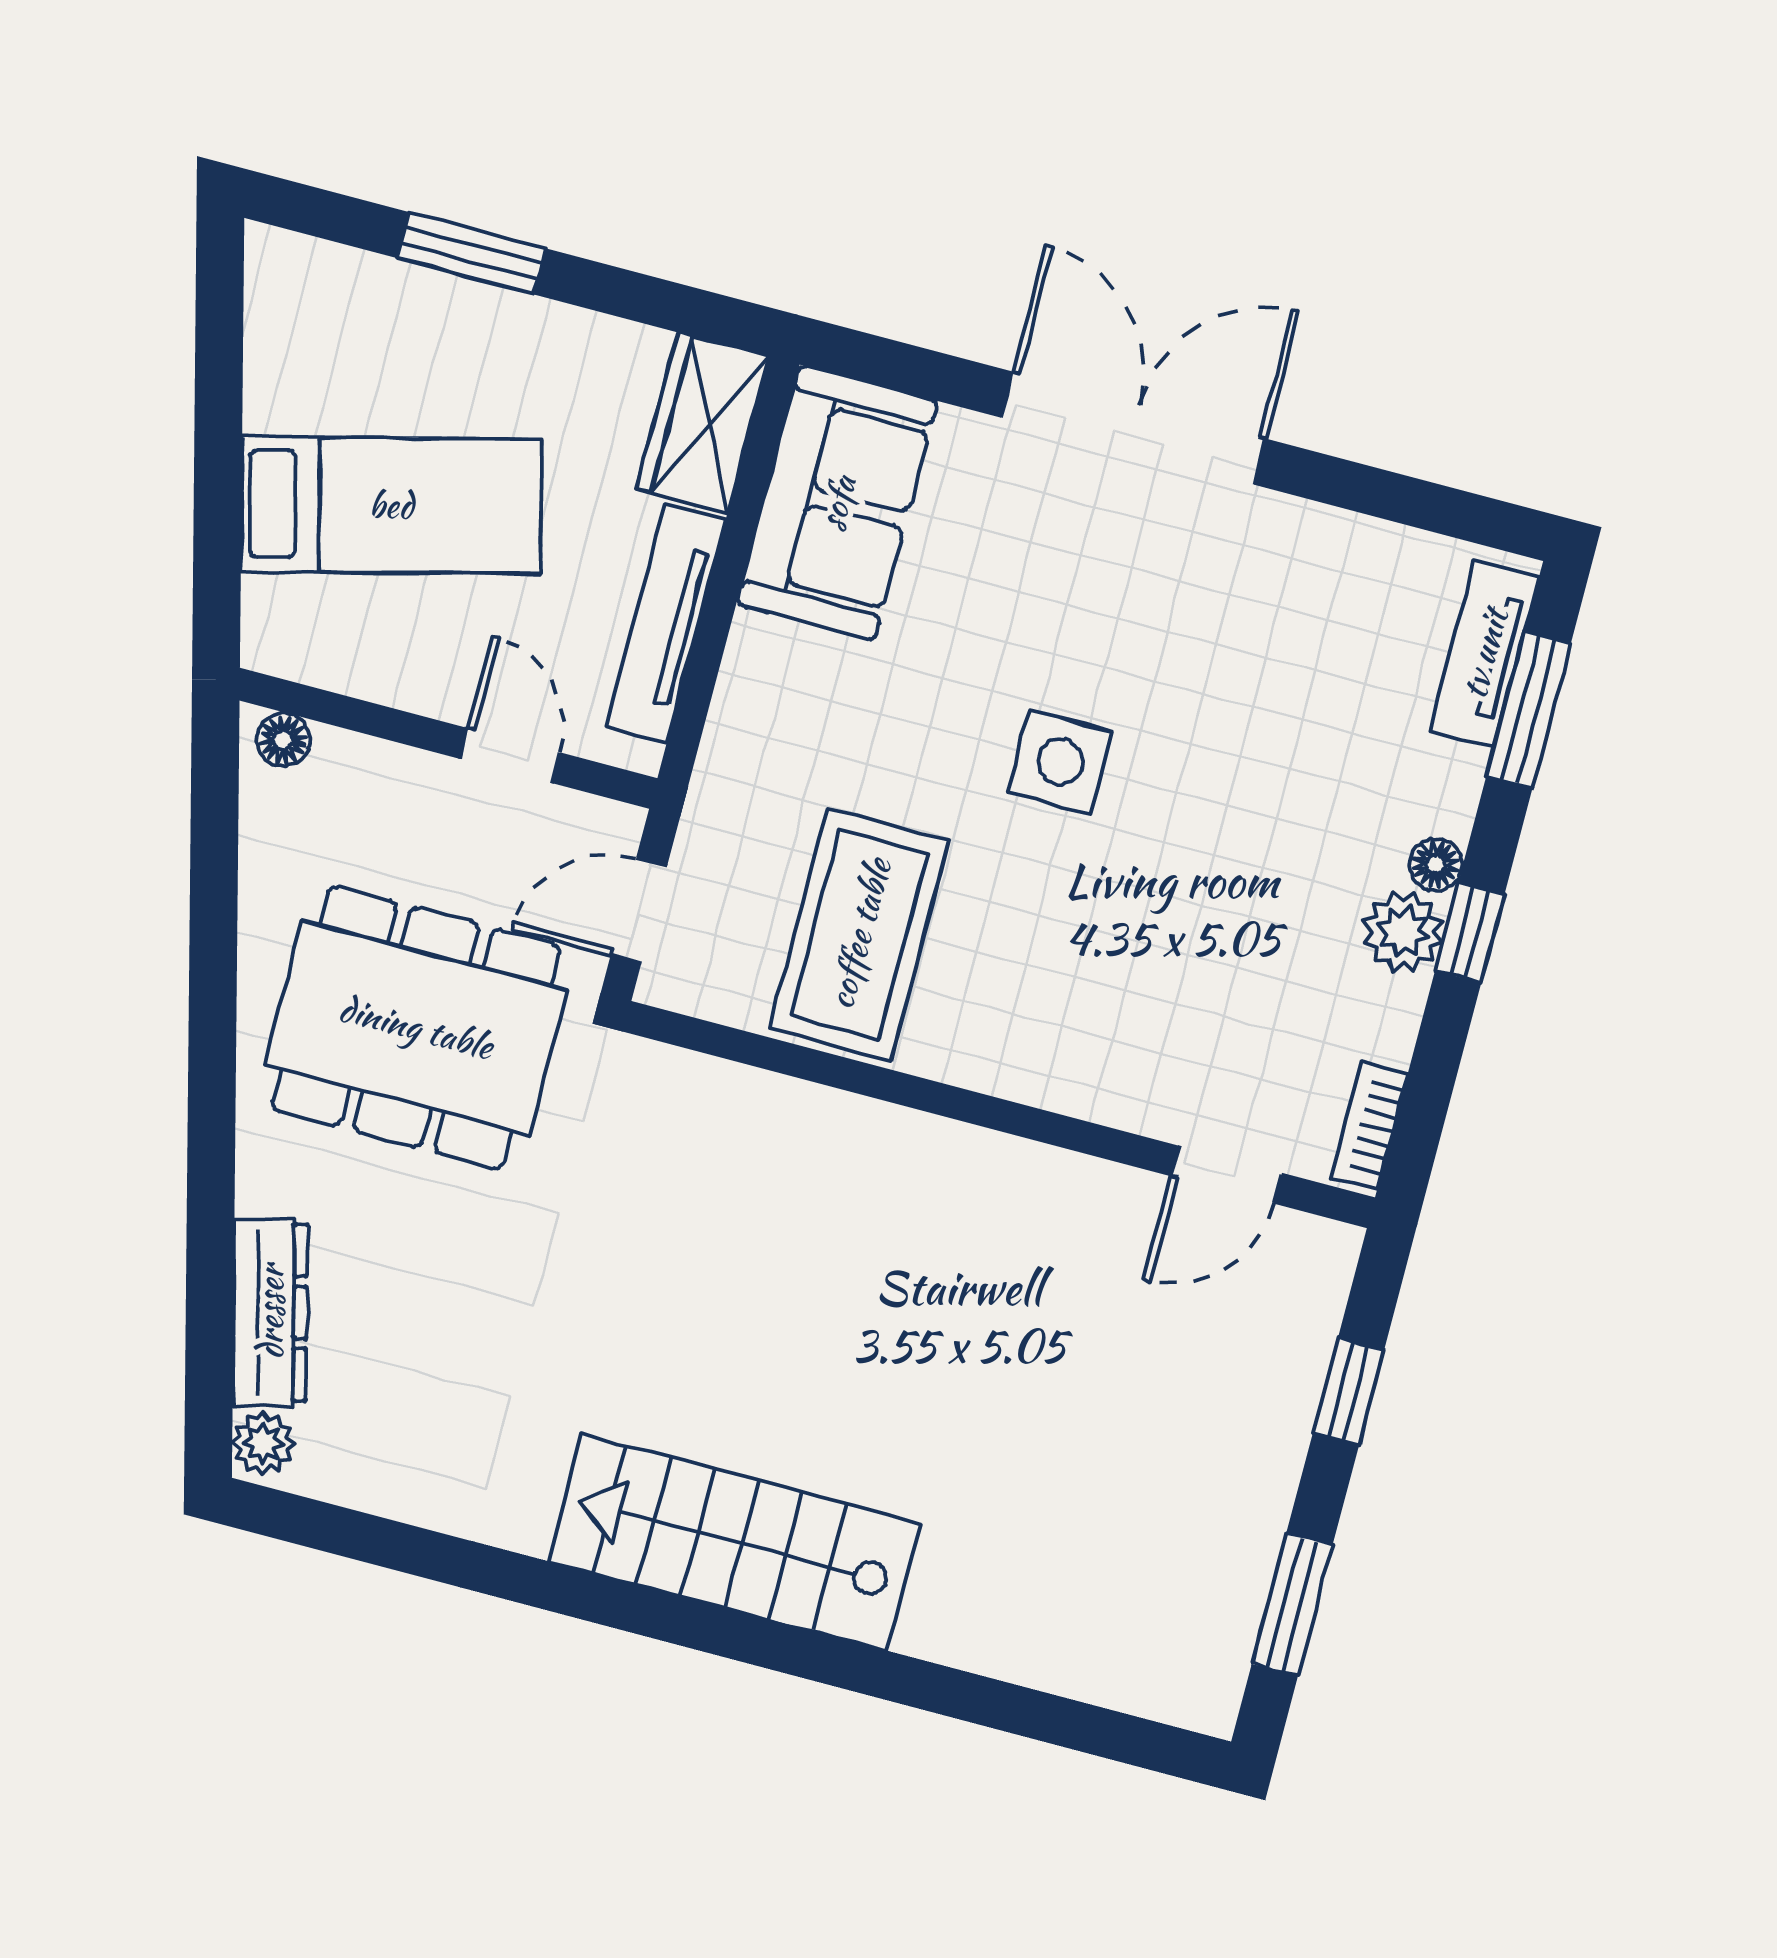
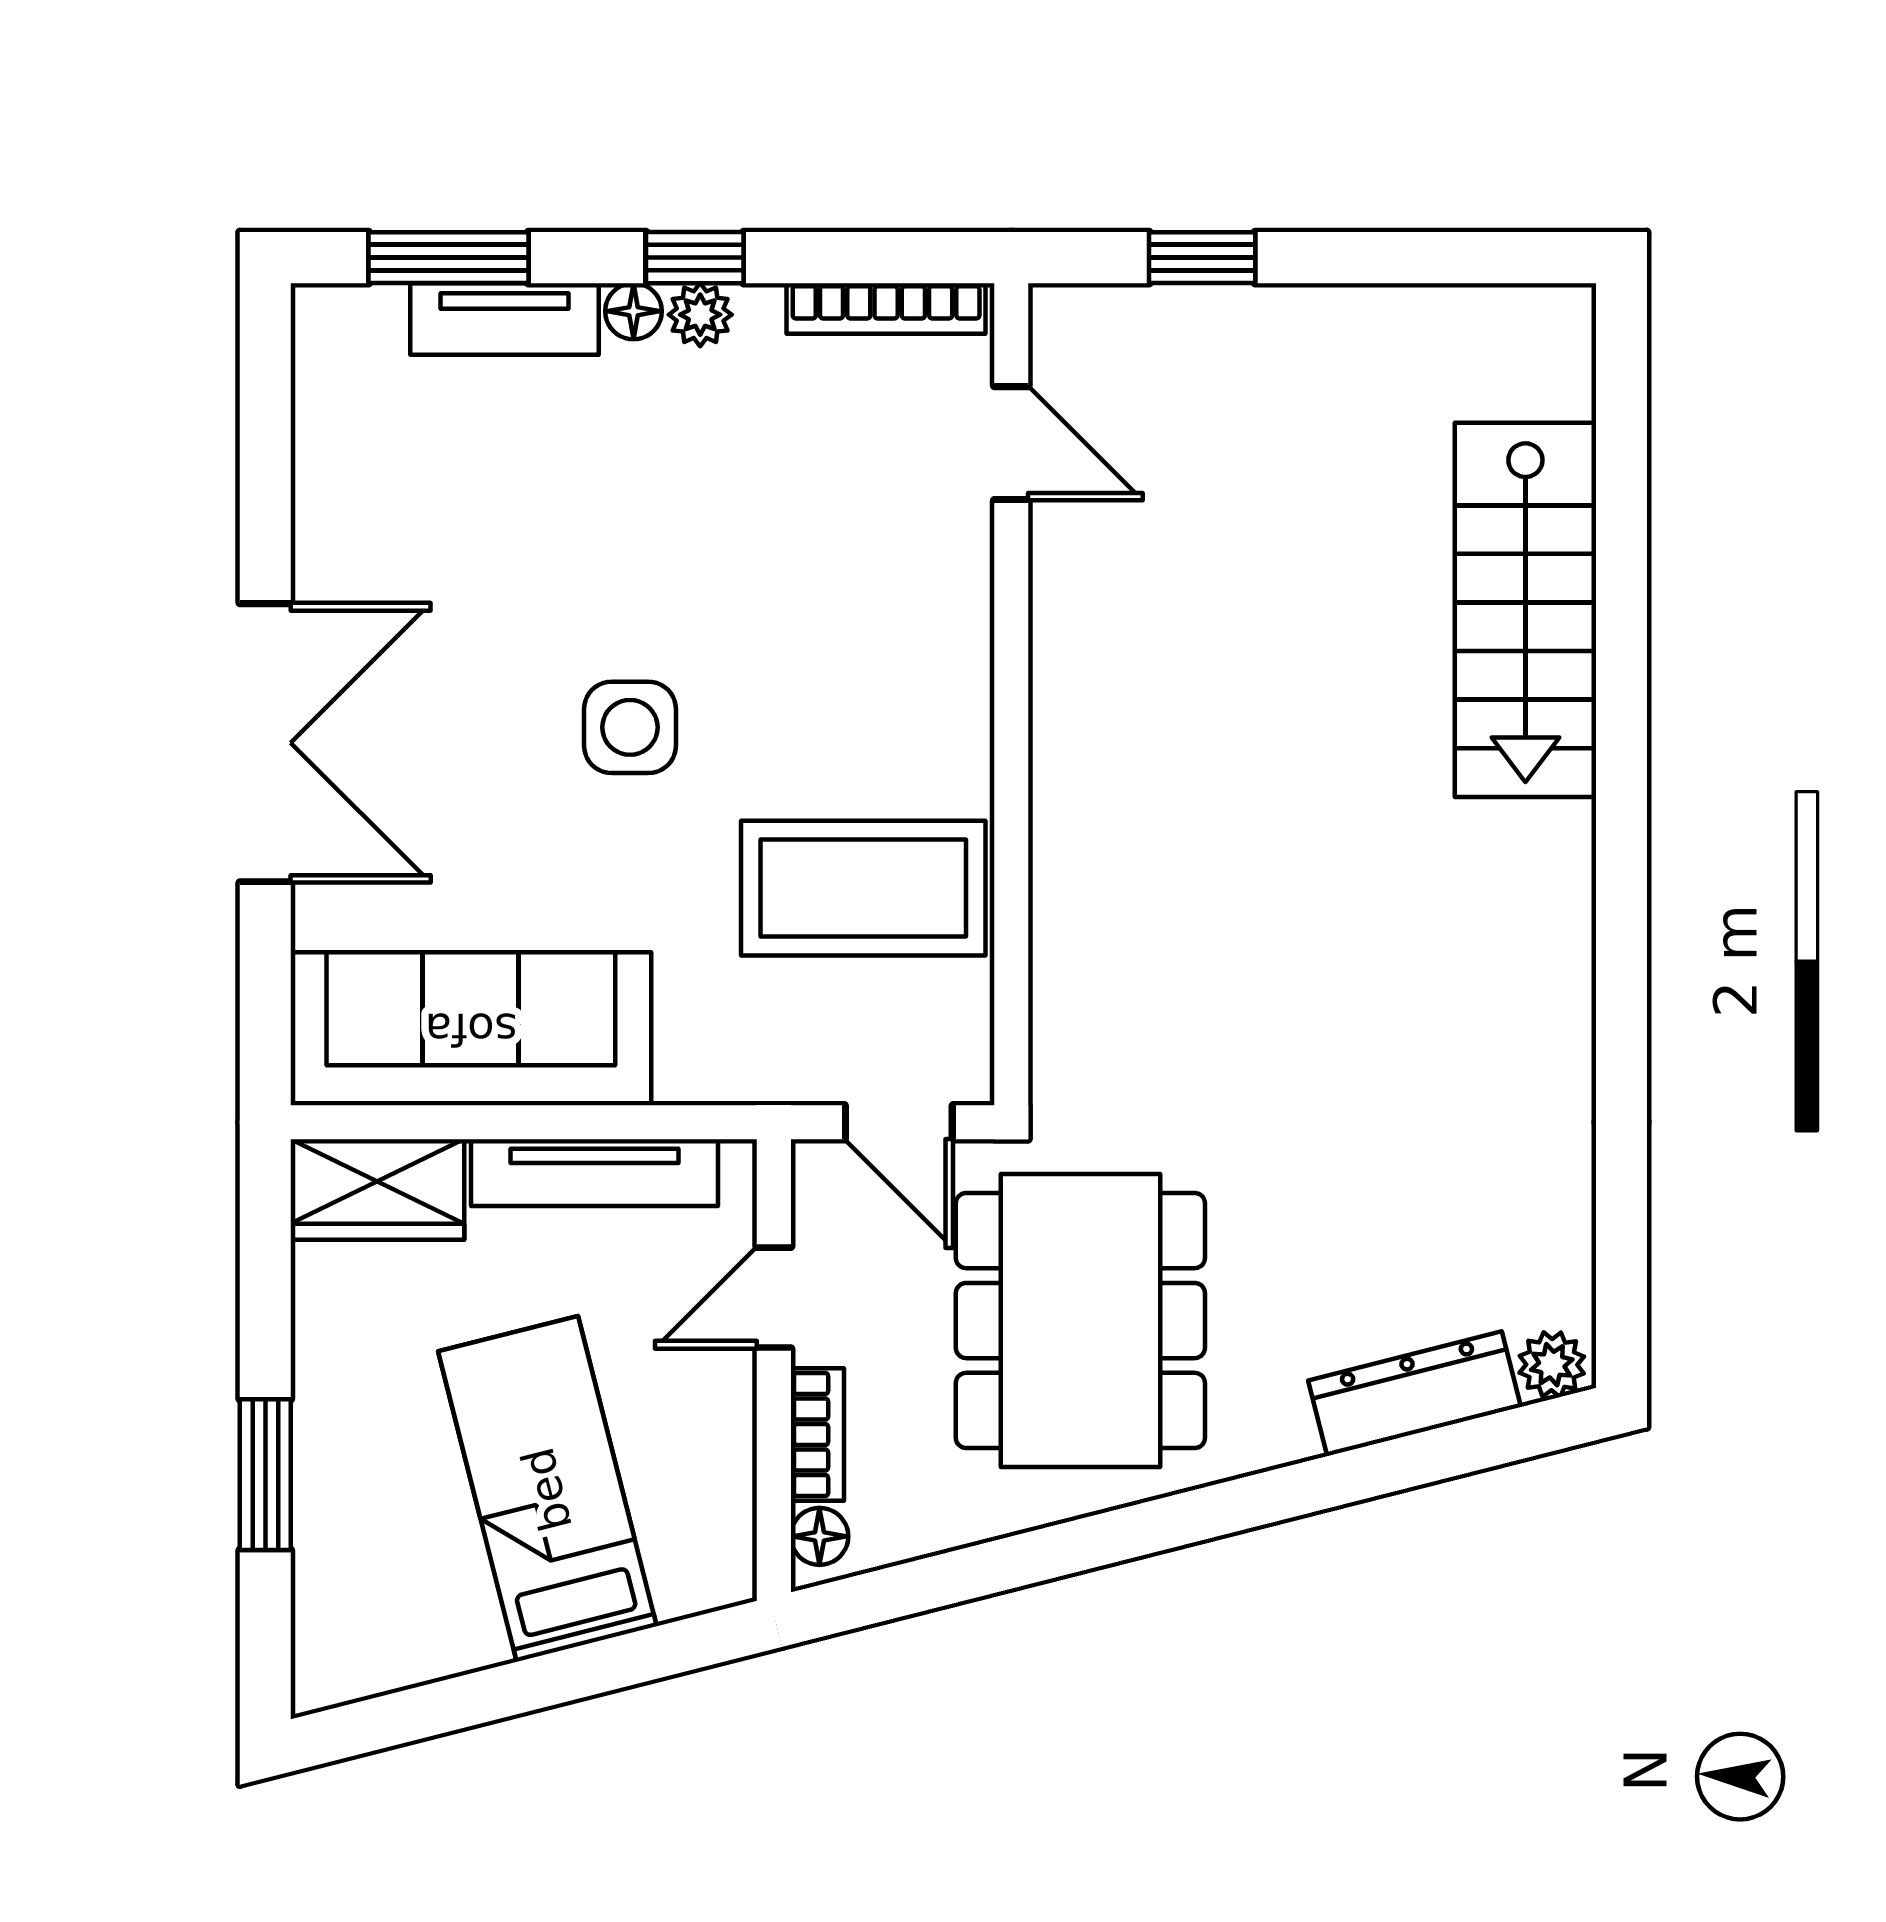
double door: (1133, 428) -> (265, 743), swing flipped
sofa: (837, 503) -> (471, 1029), width x1.36
tv unit: (1484, 654) -> (505, 319), moved
bookcase: (376, 762) -> (817, 1434), added
plant: (1403, 932) -> (700, 315), width x0.73, depth x0.73
bookcase: (1369, 1126) -> (886, 308), width x1.56
stairs: (735, 1542) -> (1525, 610), moved
window: (1292, 1604) -> (1437, 258), removed

